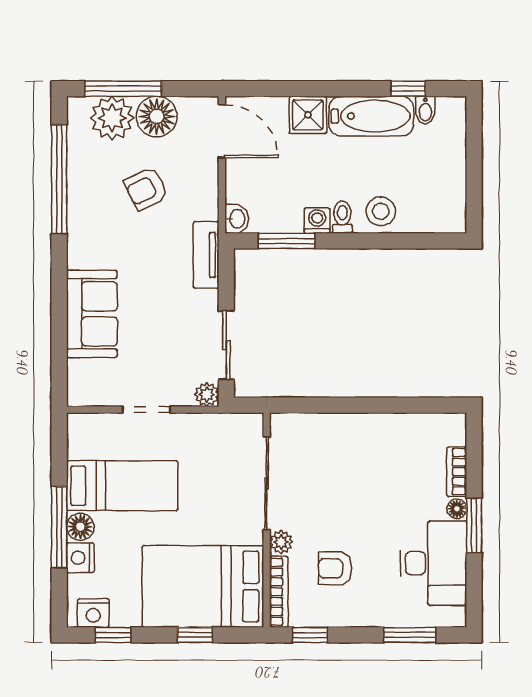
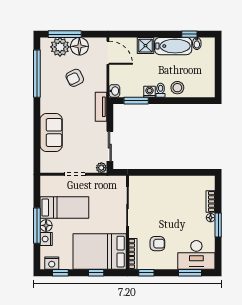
plant: (281, 542) -> (134, 232), removed
desk: (433, 563) -> (196, 255), moved, turned 90
armchair: (335, 568) -> (157, 244), turned 180

